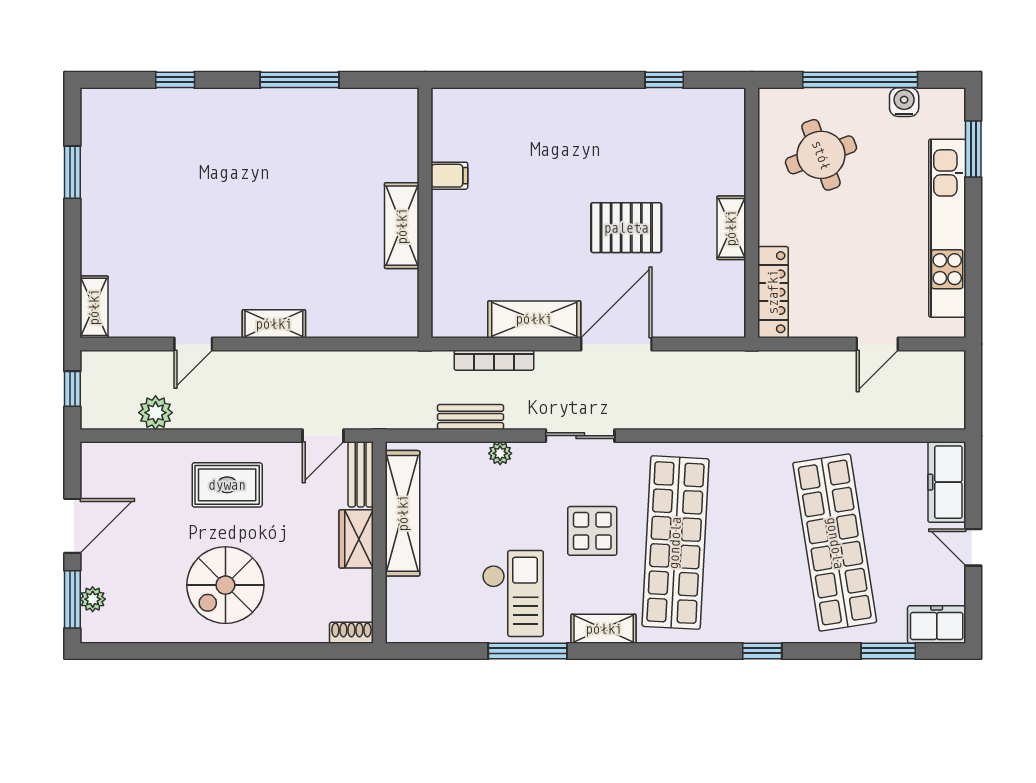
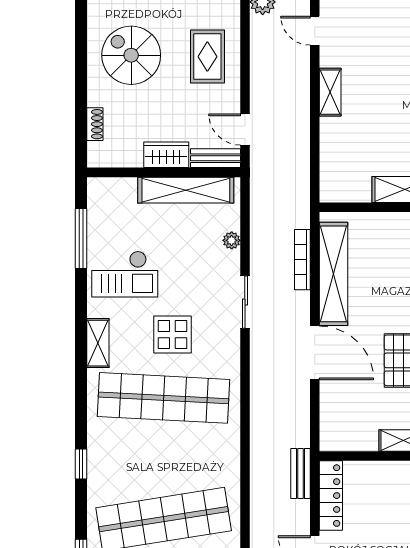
locker: (773, 292) -> (331, 496), moved, turned -90
shelving: (534, 319) -> (334, 274), width x1.47
bench: (470, 417) -> (301, 473), moved
sliding door: (580, 436) -> (245, 302), moved
plant: (500, 453) -> (232, 240), moved
shoe rack: (351, 633) -> (95, 124), moved
window: (528, 651) -> (81, 239), moved

